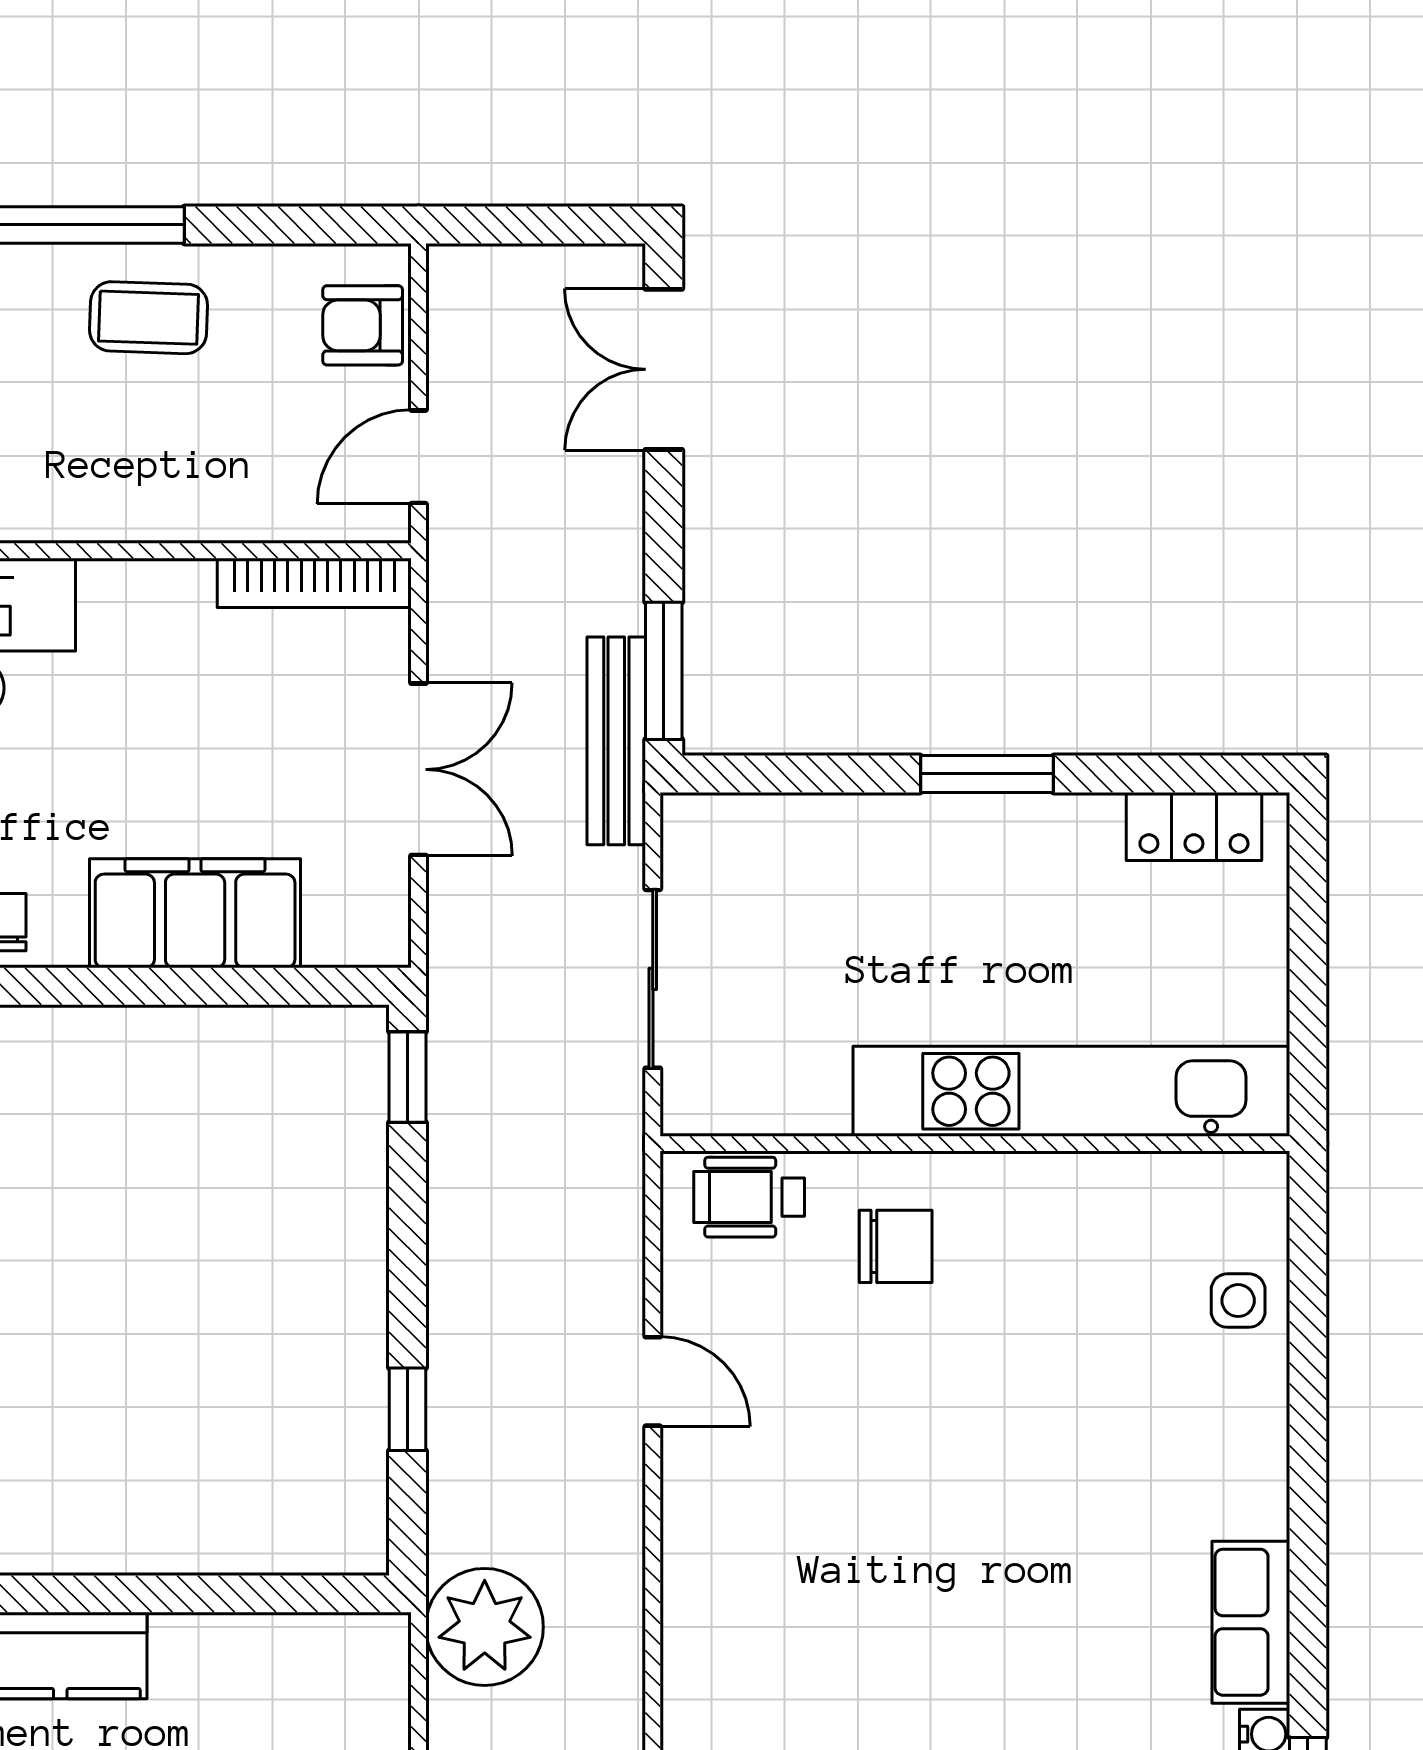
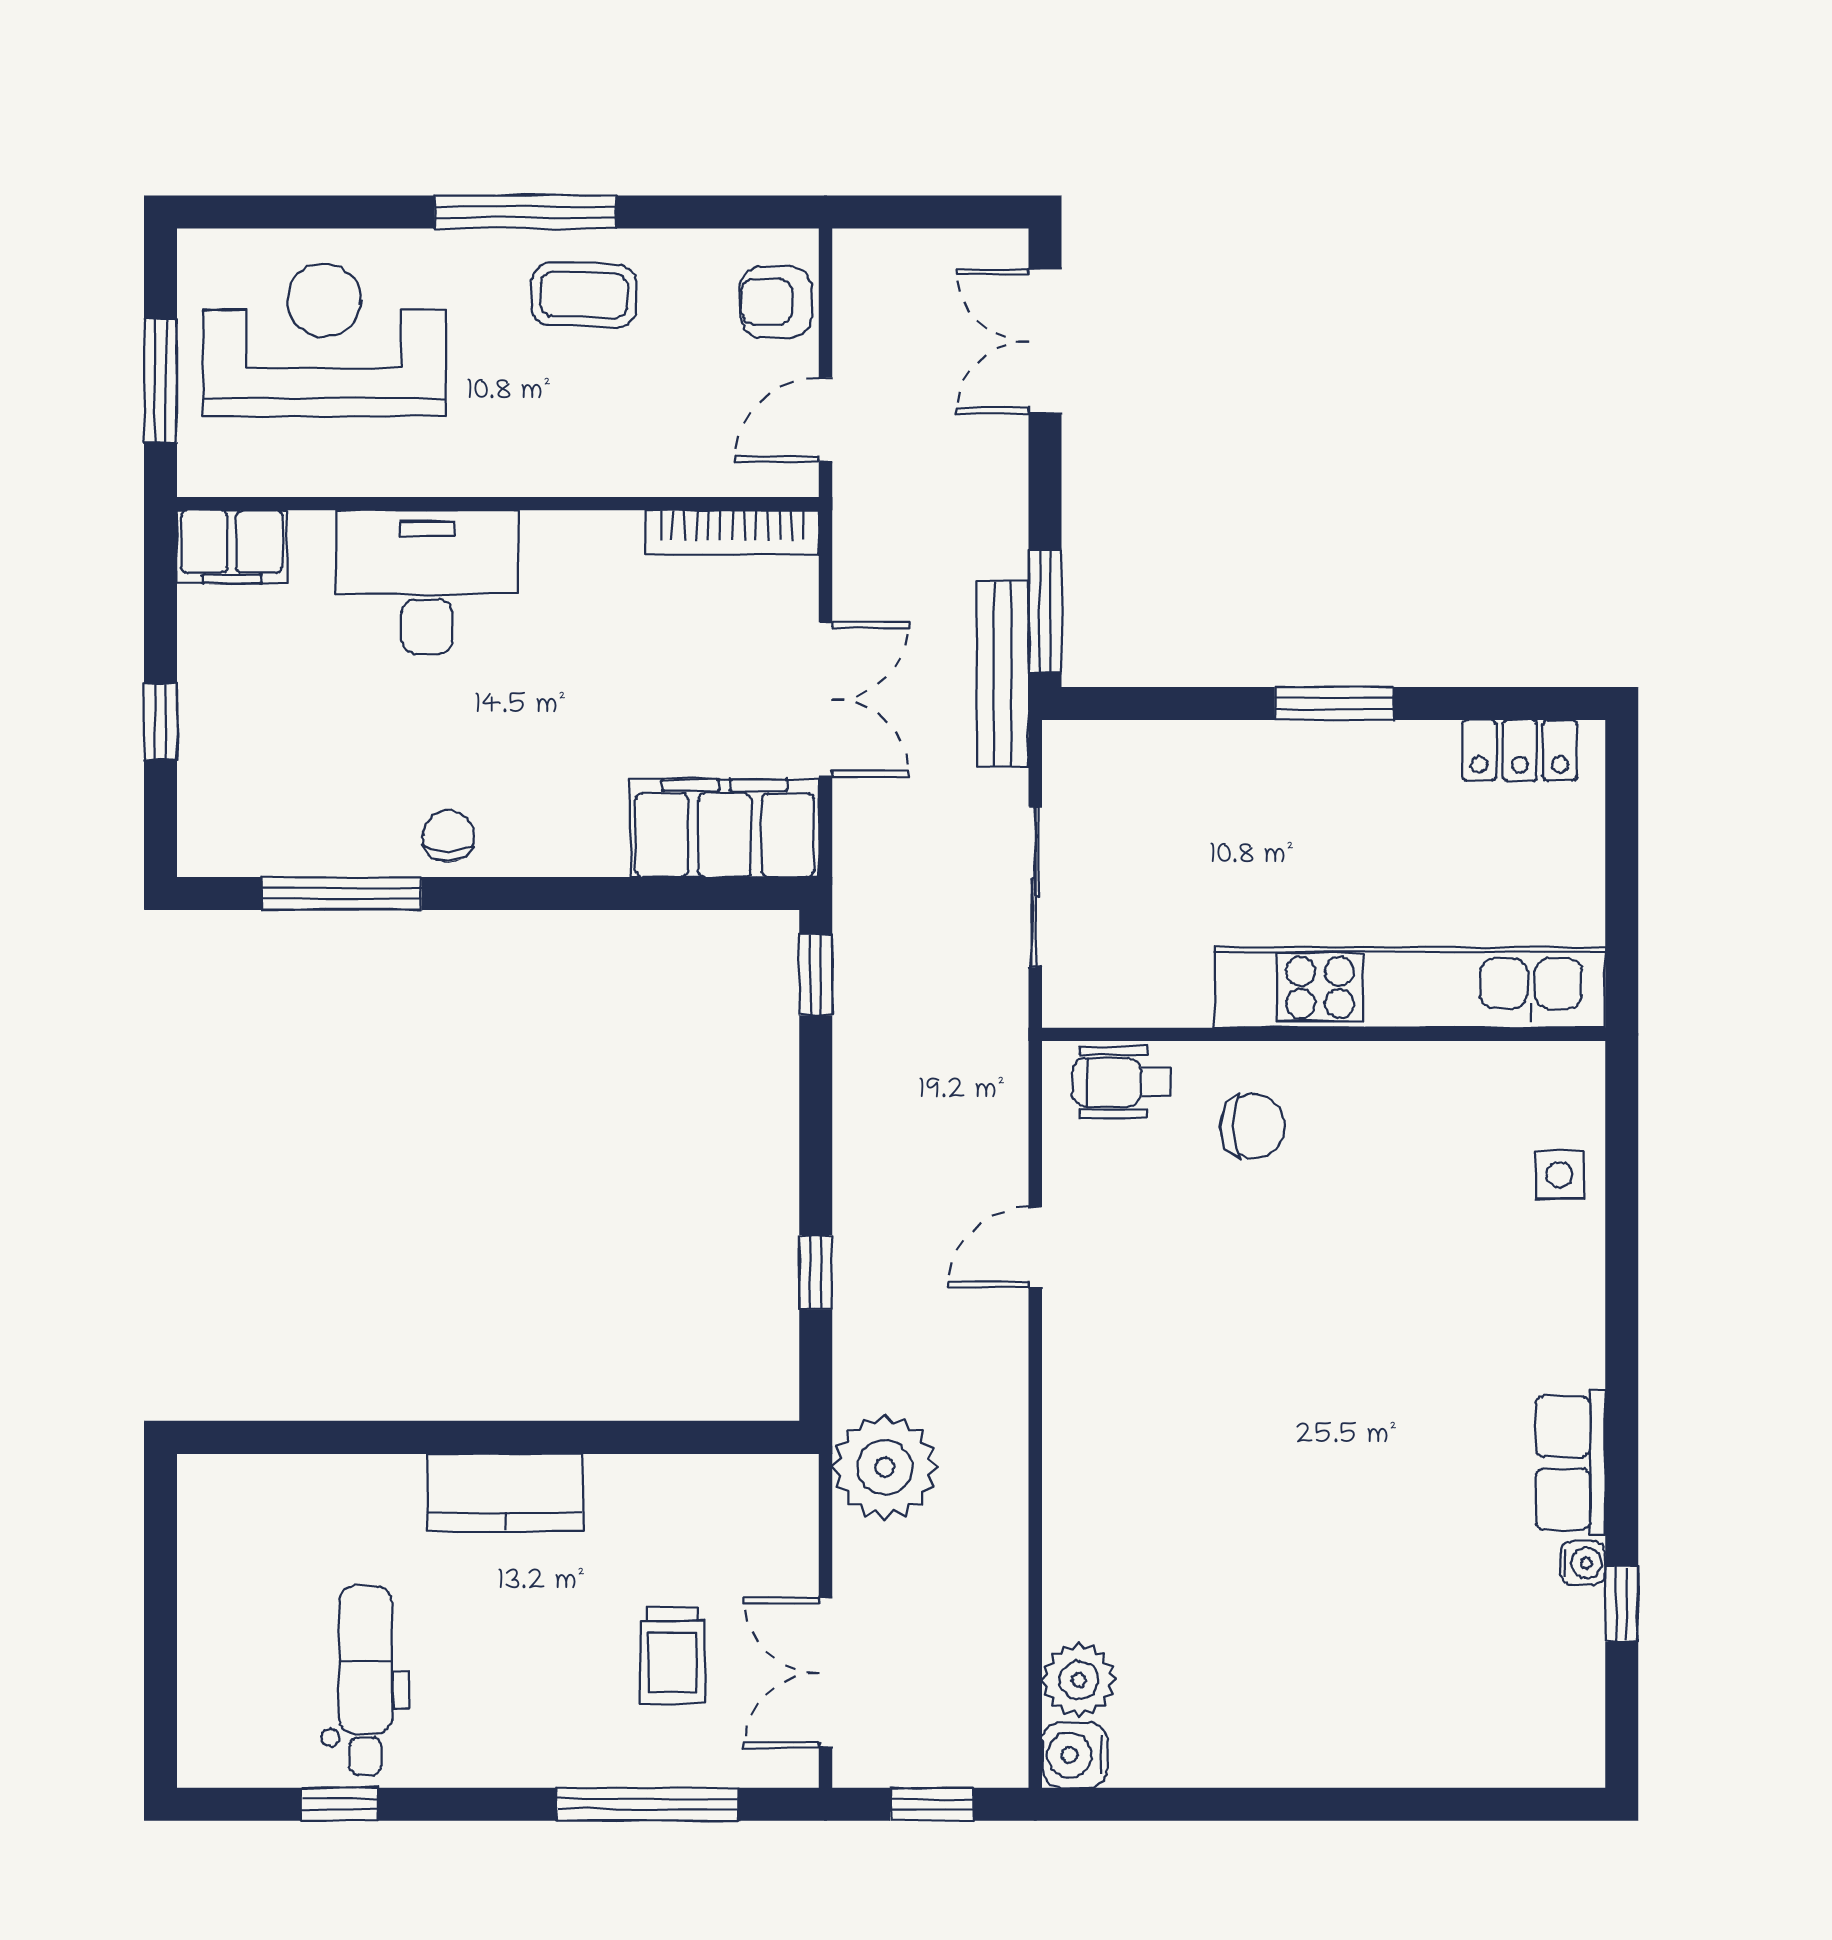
filing cabinet: (195, 913) -> (725, 828), moved
door: (653, 1381) -> (1035, 1247), swing flipped

